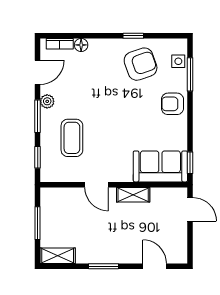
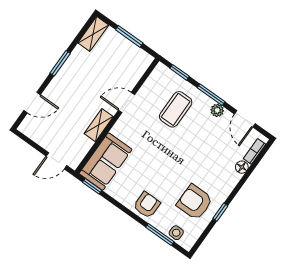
armchair: (141, 64) -> (195, 202), turned 109
coffee table: (72, 138) -> (176, 109), turned 90

